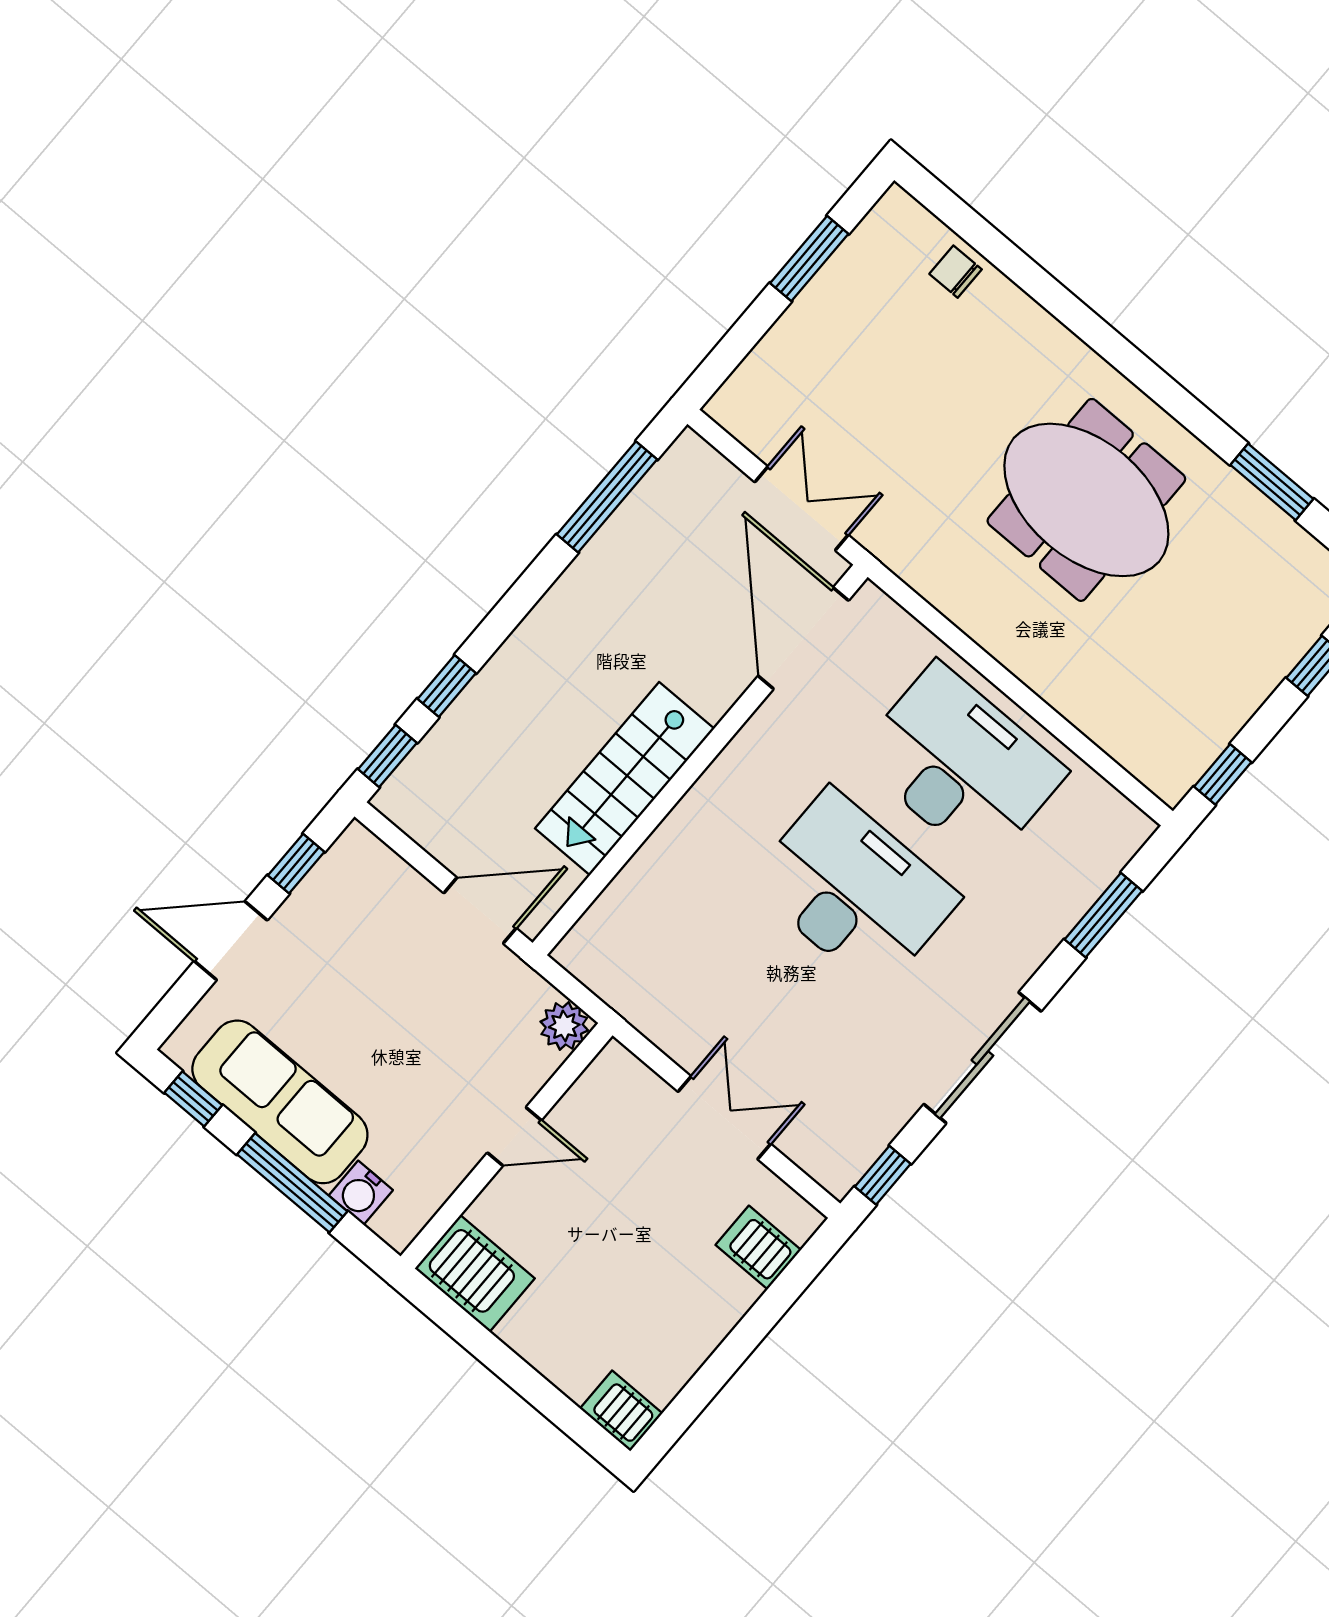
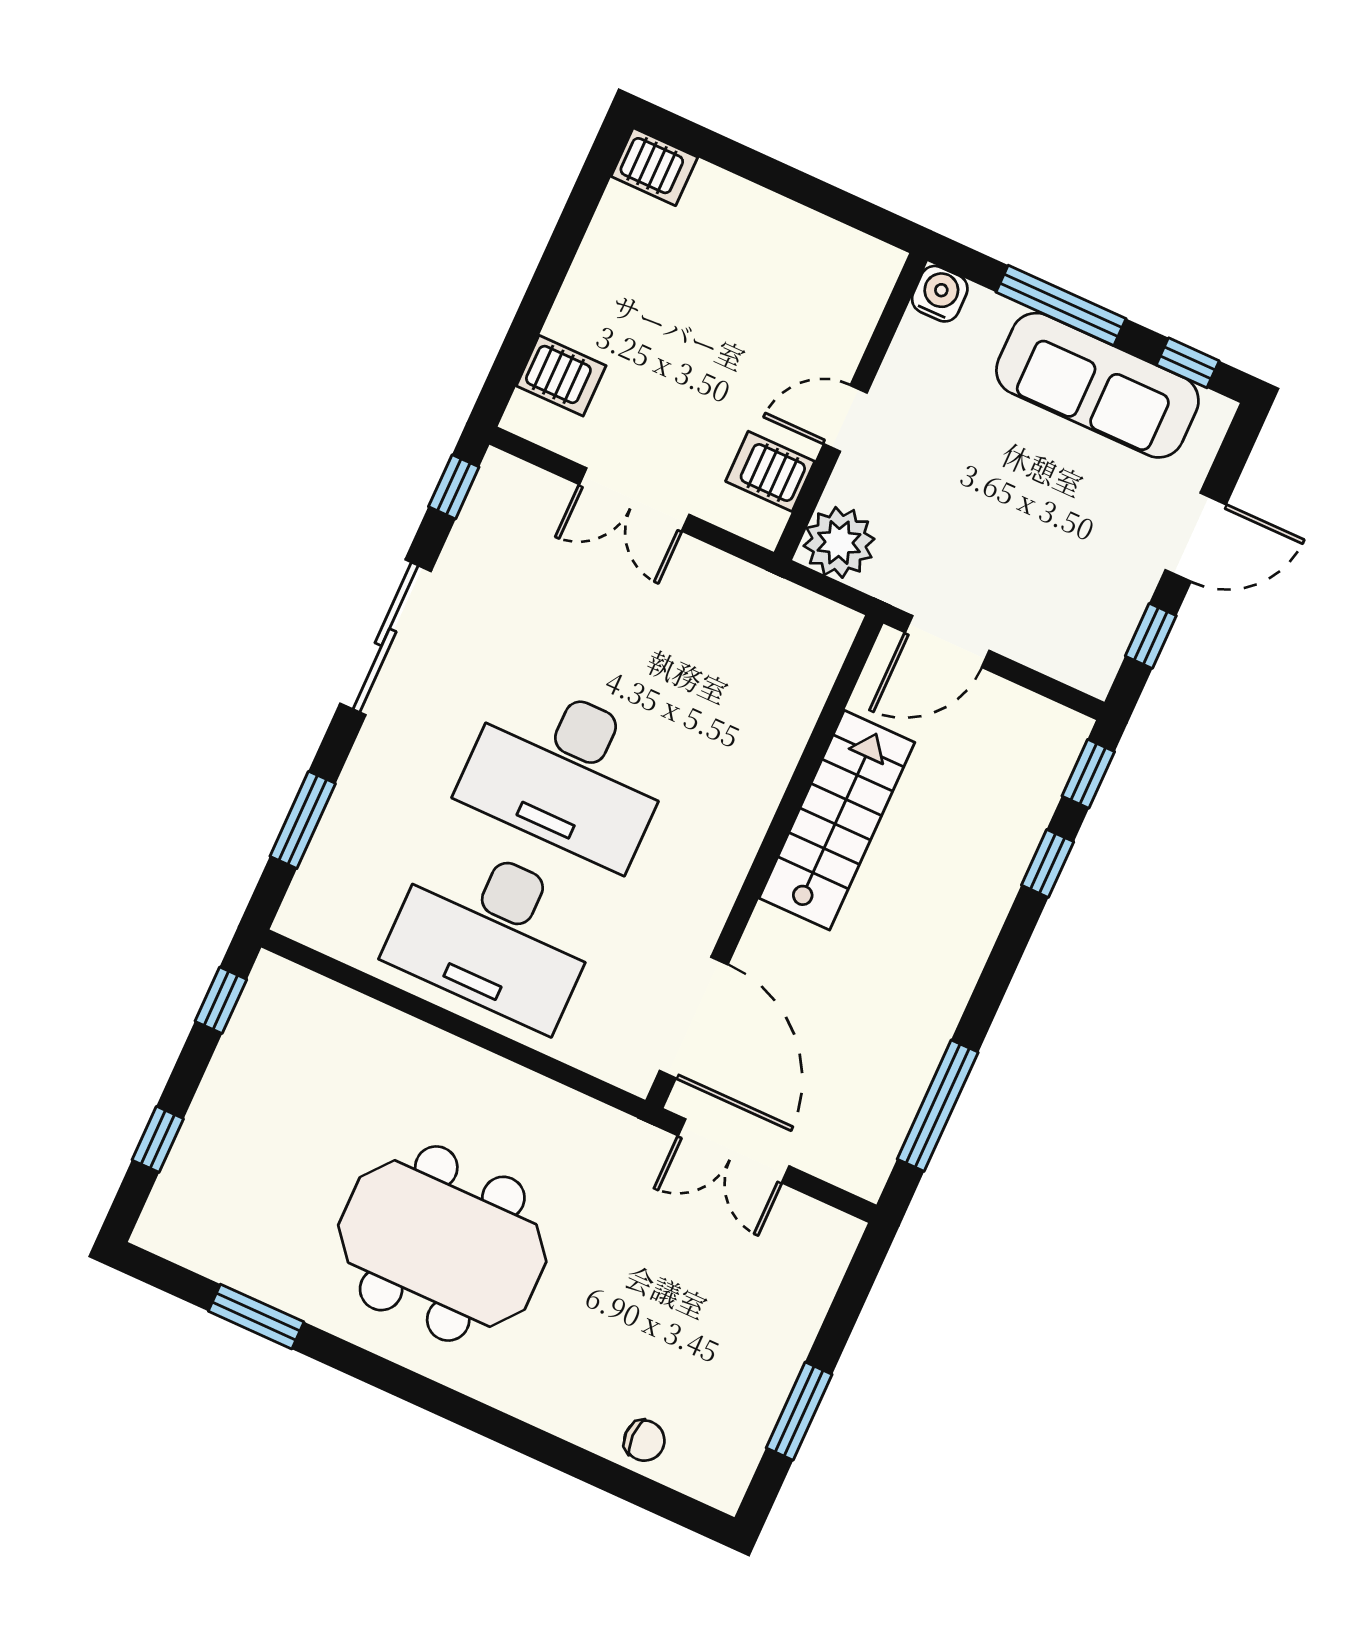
plant: (564, 1026) -> (839, 542), width x1.36, depth x1.36
water cooler: (361, 1193) -> (940, 294), moved
server rack: (475, 1273) -> (770, 471), moved, width x0.73, depth x0.70

